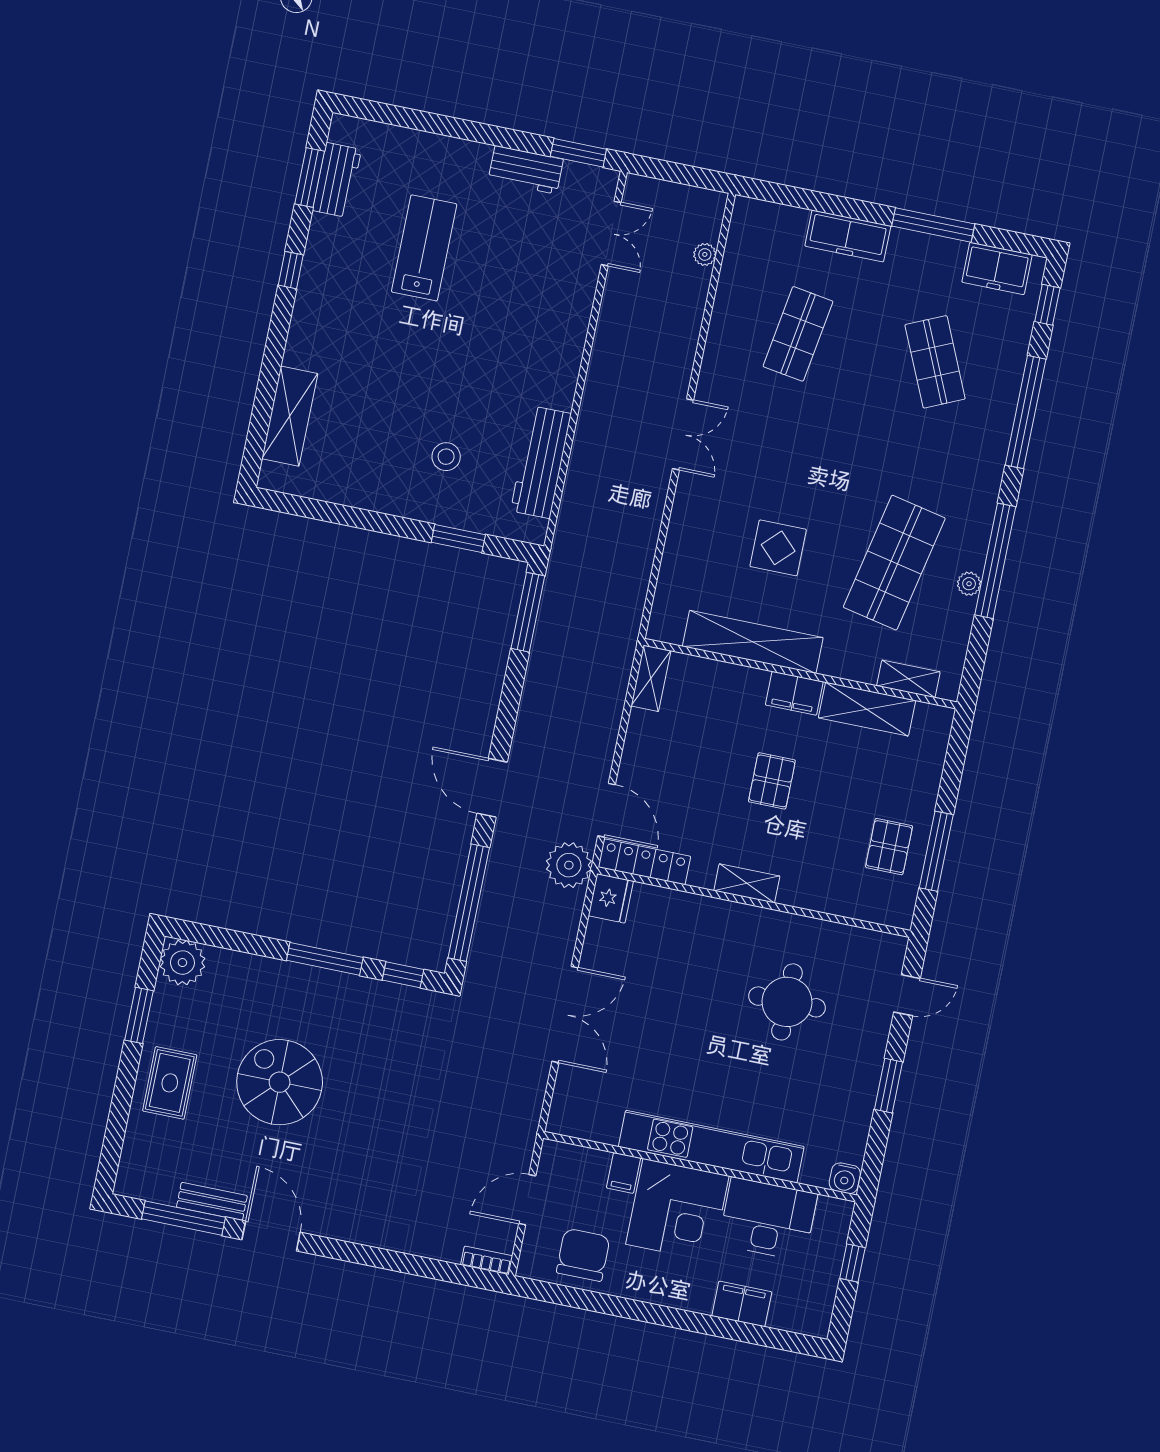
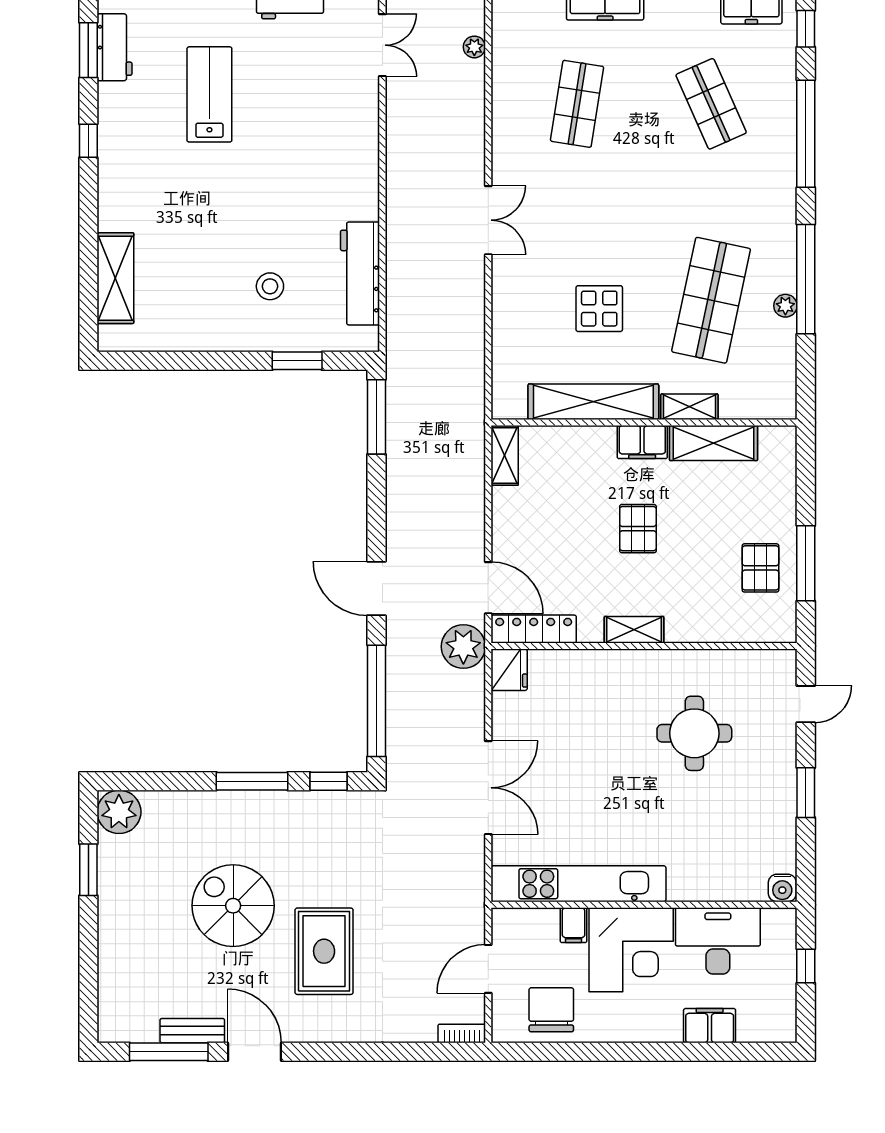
shelving: (908, 679) -> (689, 407), moved
rug: (170, 1083) -> (324, 951), moved, width x1.36, depth x1.43
kitchen unit: (711, 1147) -> (578, 884), moved

